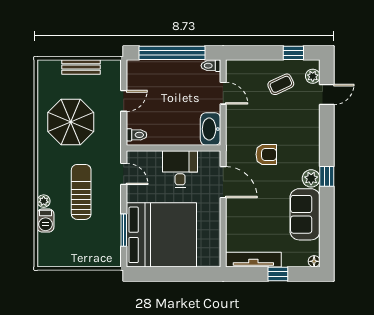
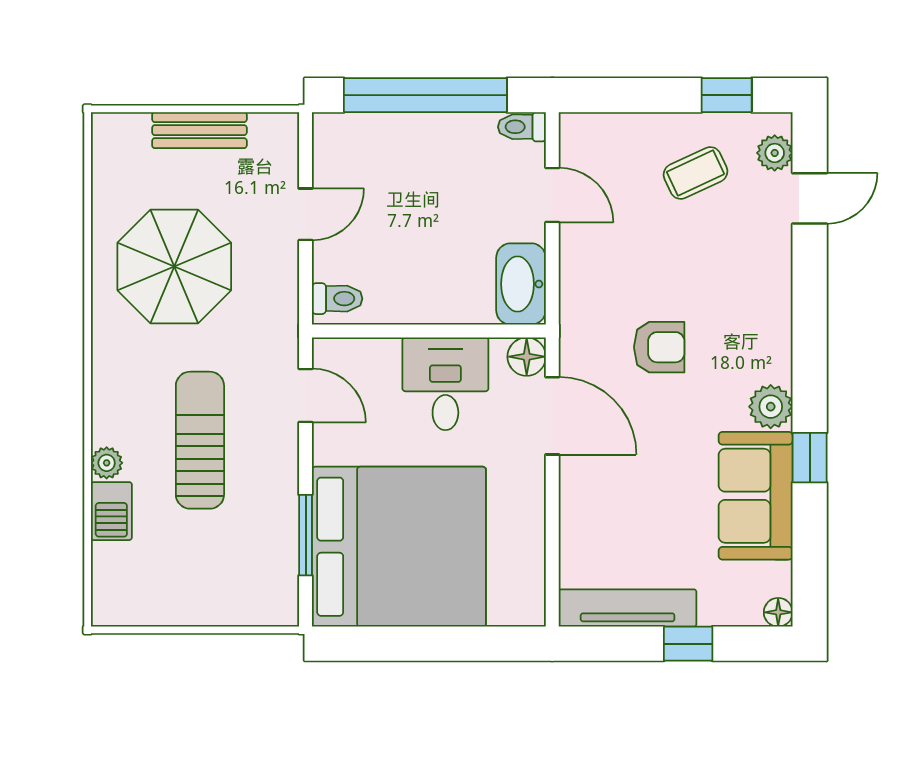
floor lamp: (213, 158) -> (527, 357), added
window: (327, 176) -> (810, 458), moved

